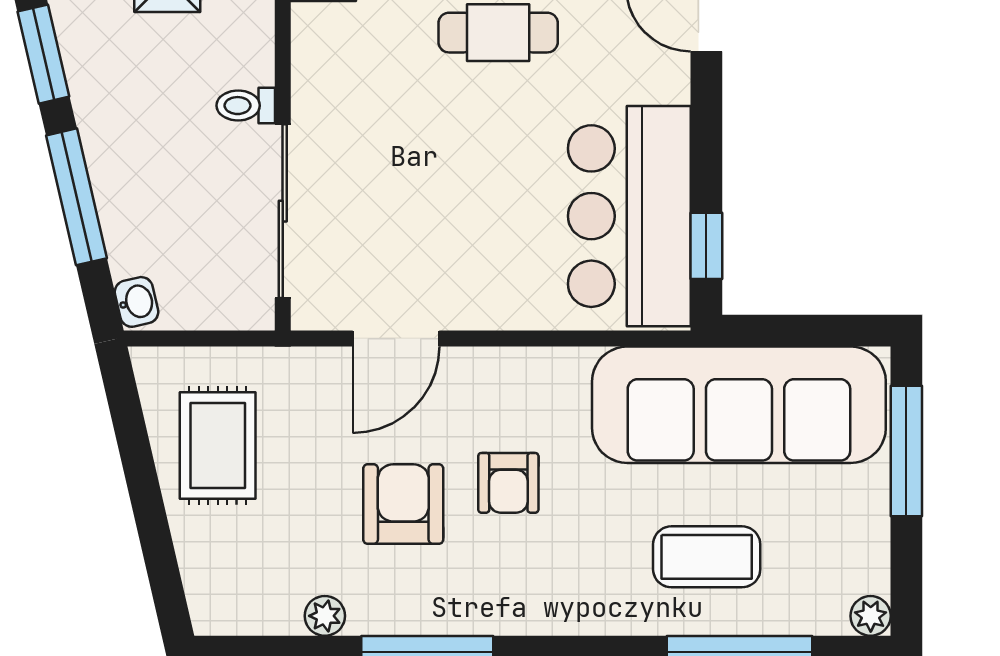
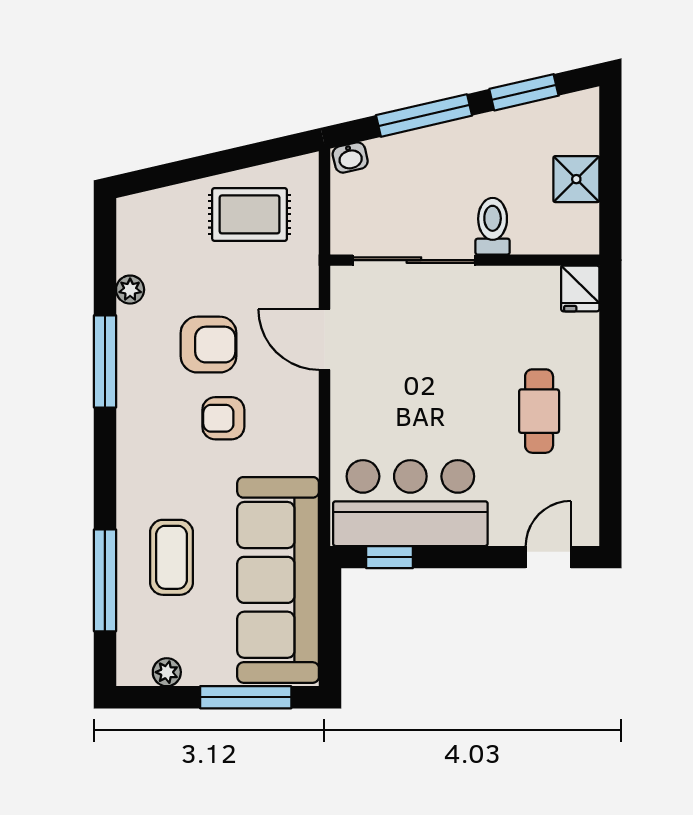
toilet: (246, 106) -> (493, 226), width x1.37, depth x1.39
plant: (871, 616) -> (167, 672), moved

